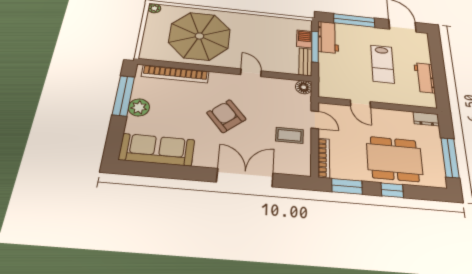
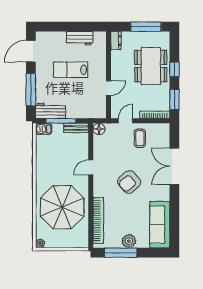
barbecue: (304, 39) -> (44, 129), moved
lab bench: (382, 64) -> (71, 70), turned 180

